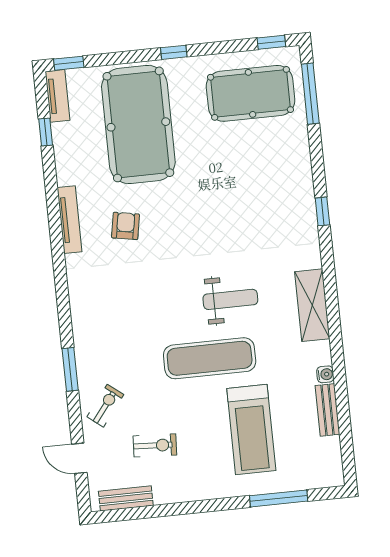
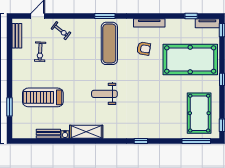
weight bench: (230, 299) -> (104, 94), turned 90
shelving: (312, 305) -> (86, 132), moved
exercise mat: (210, 358) -> (109, 43), moved
window: (70, 369) -> (105, 16), moved
window: (279, 498) -> (10, 107), width x0.69

